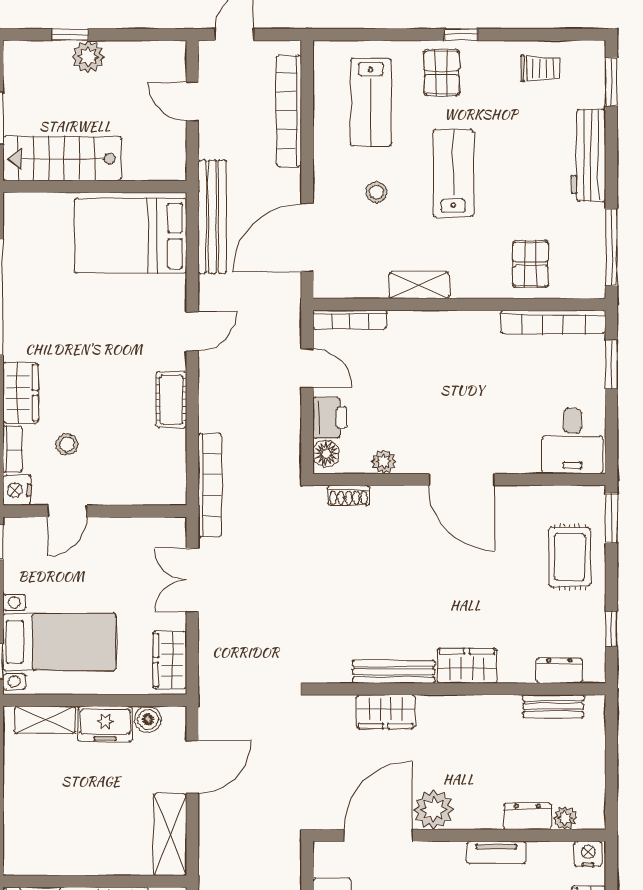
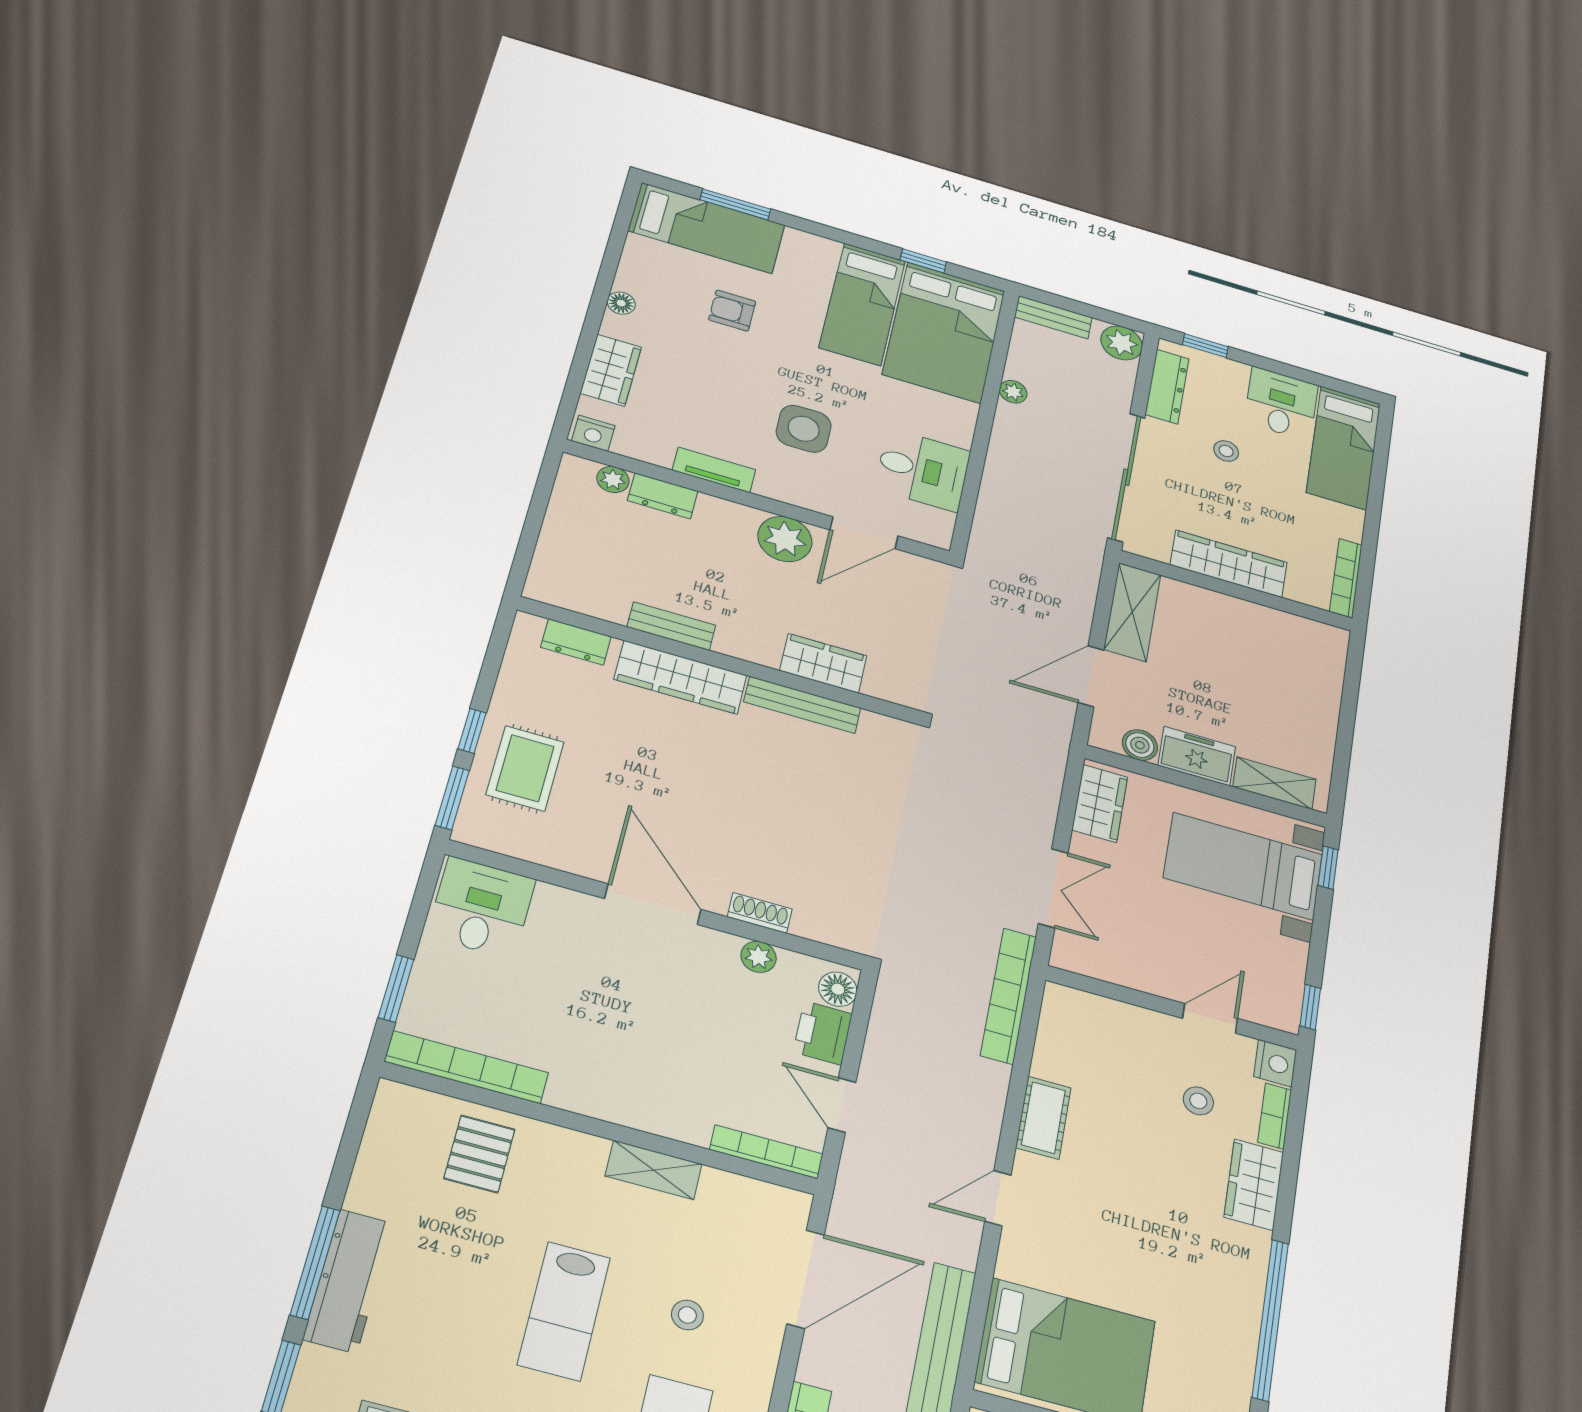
window: (611, 247) -> (315, 1262), moved
shoe rack: (349, 495) -> (760, 913), moved
window: (611, 629) -> (472, 731), moved
wardrobe: (467, 666) -> (681, 677), width x1.50
bench: (553, 706) -> (671, 626), moved
door: (378, 835) -> (864, 533), width x0.73

